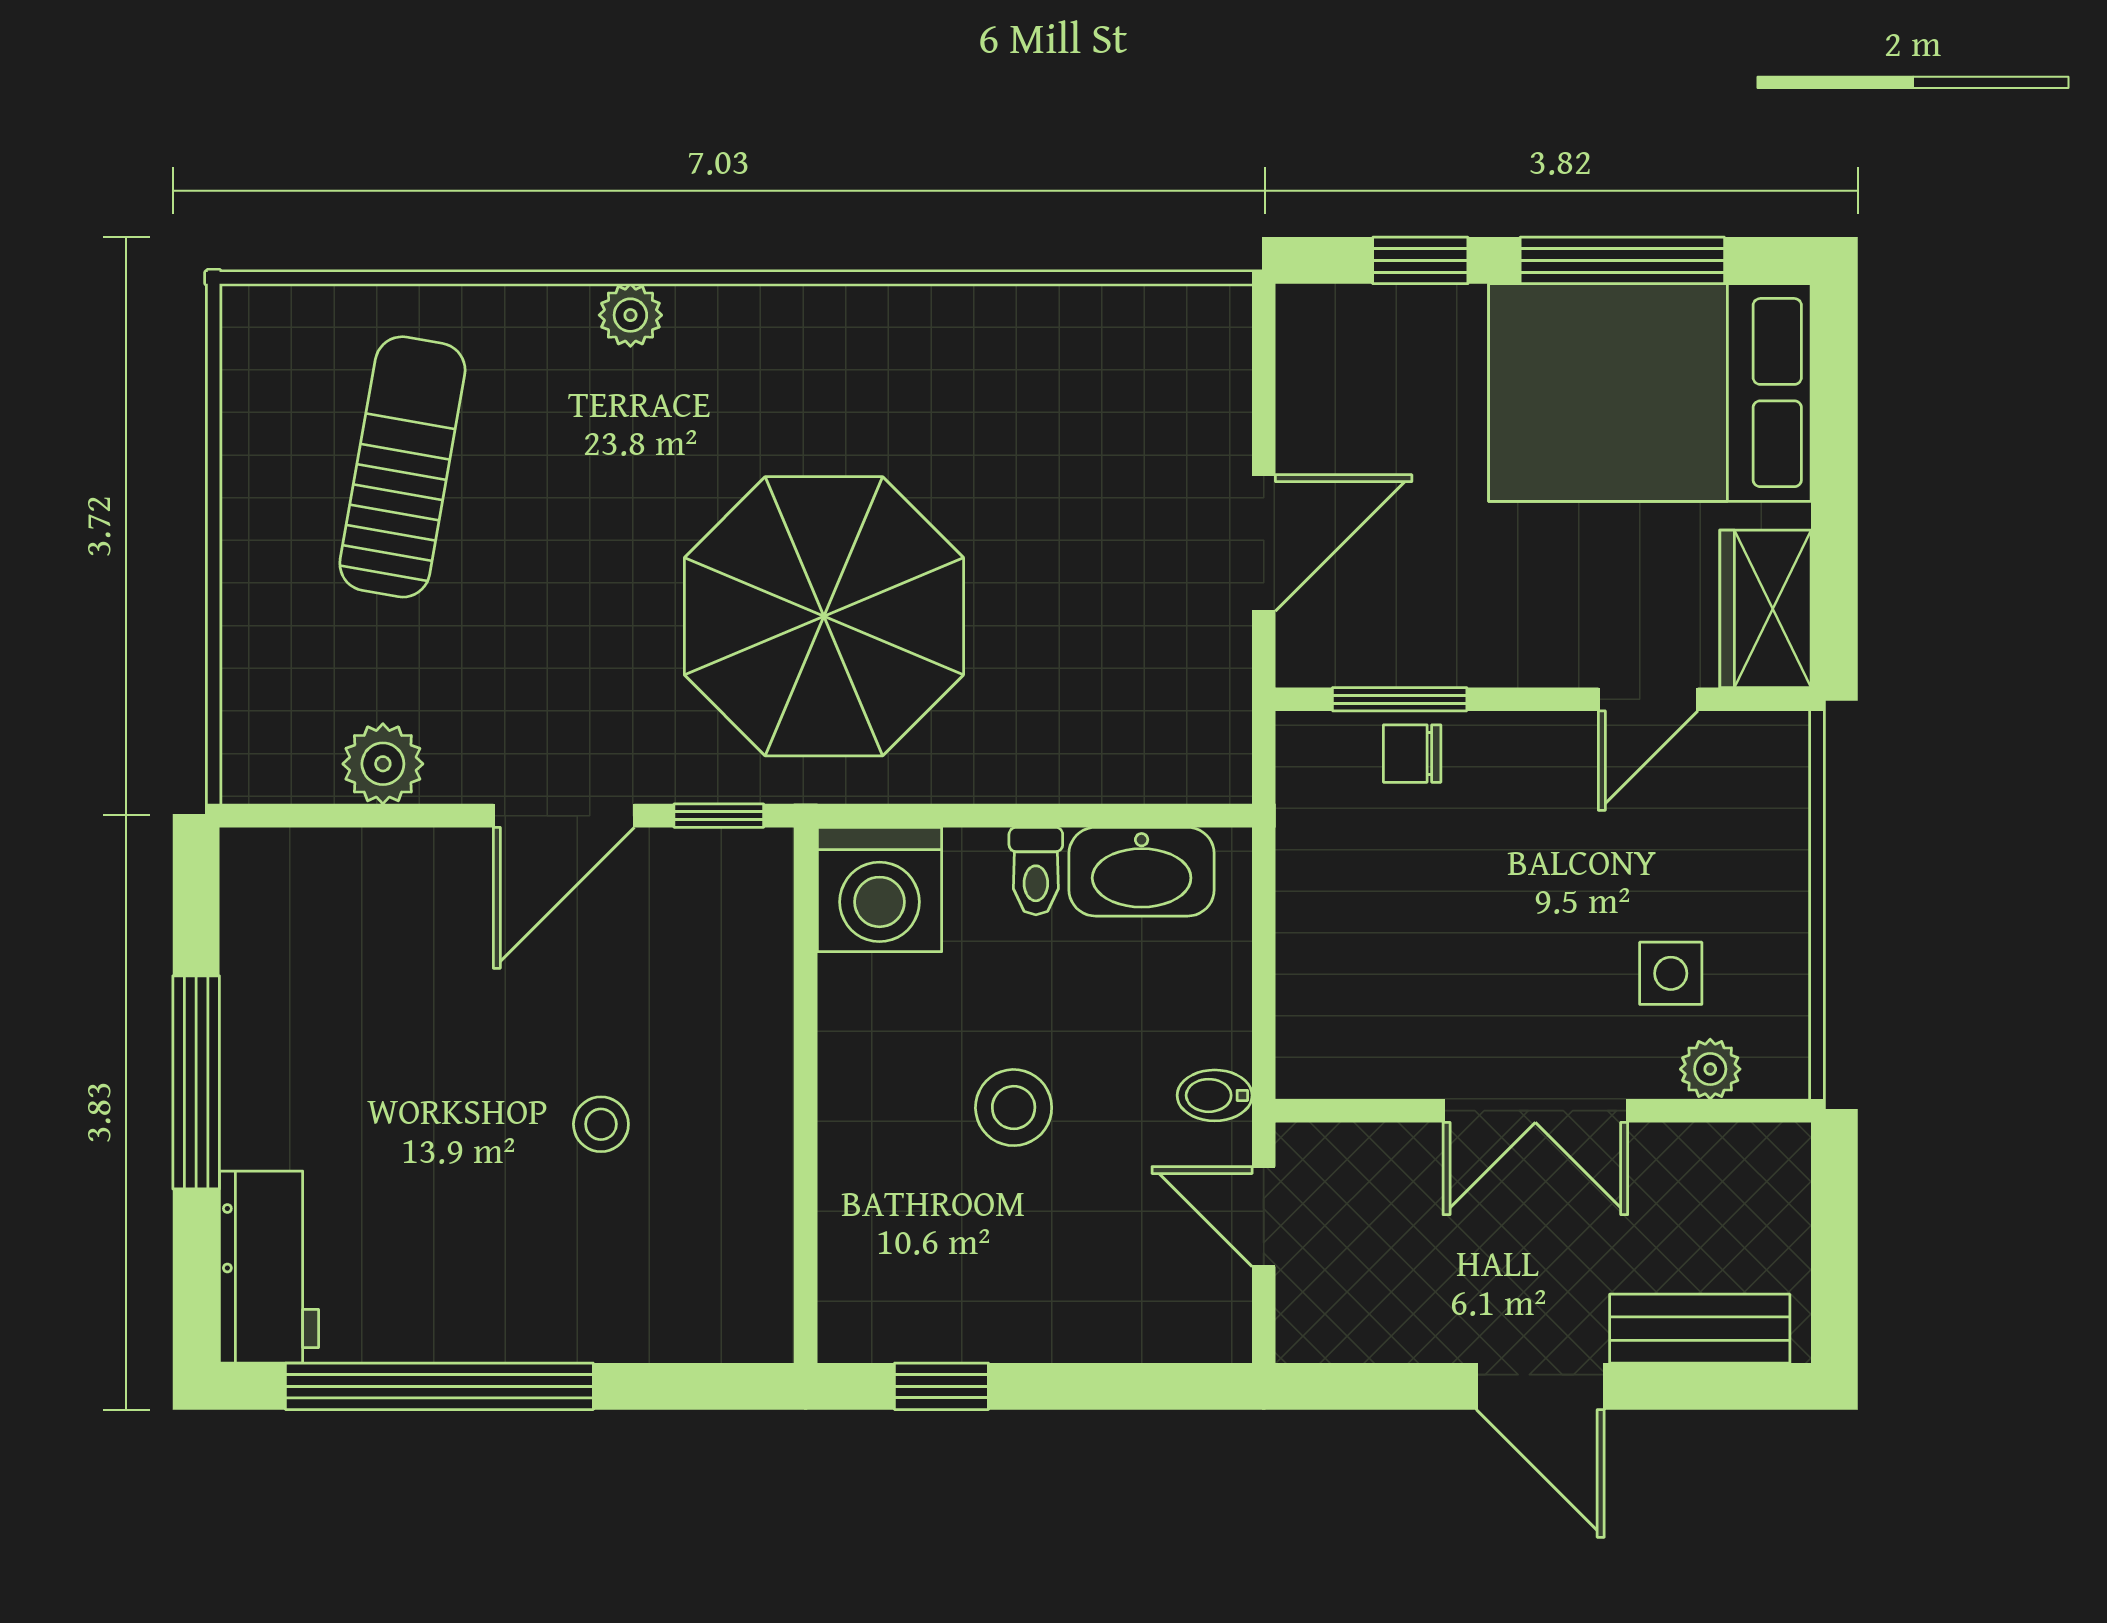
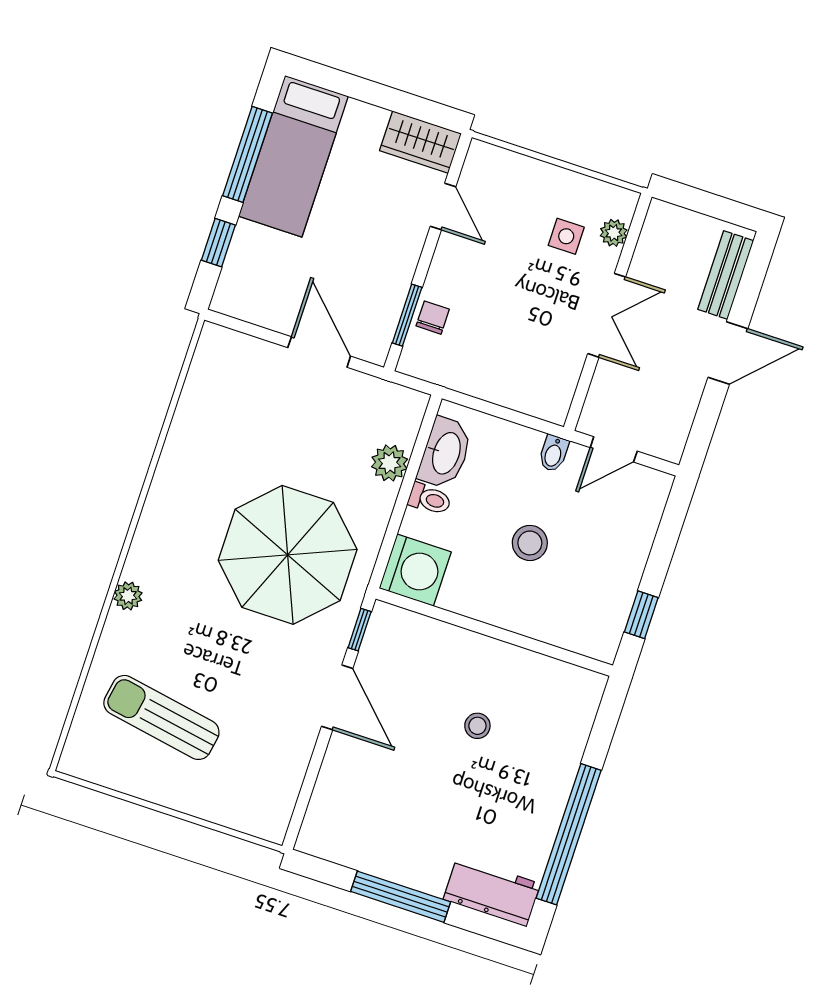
bed: (1650, 393) -> (293, 156), width x0.67
chair: (1412, 754) -> (433, 318), turned 180
plant: (383, 764) -> (390, 463), moved

